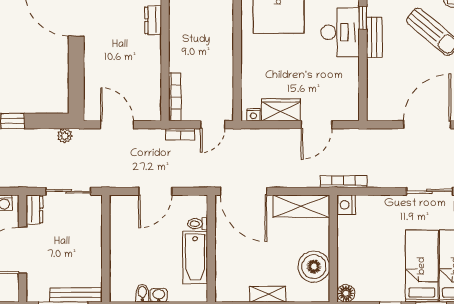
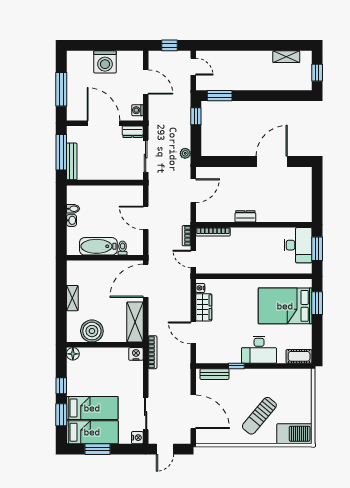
window: (363, 18) -> (236, 366), moved
dresser: (153, 20) -> (245, 216), moved
bench: (374, 37) -> (215, 374), moved

